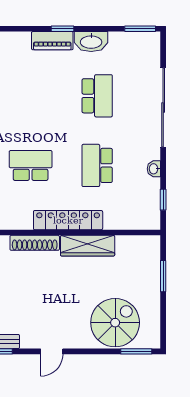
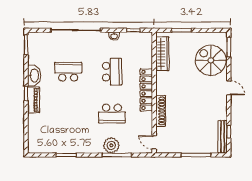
school desk: (31, 165) -> (112, 114), turned -90
school desk: (97, 165) -> (112, 72), turned -90
wardrobe: (88, 246) -> (162, 54), moved
door: (52, 351) -> (229, 88), moved

